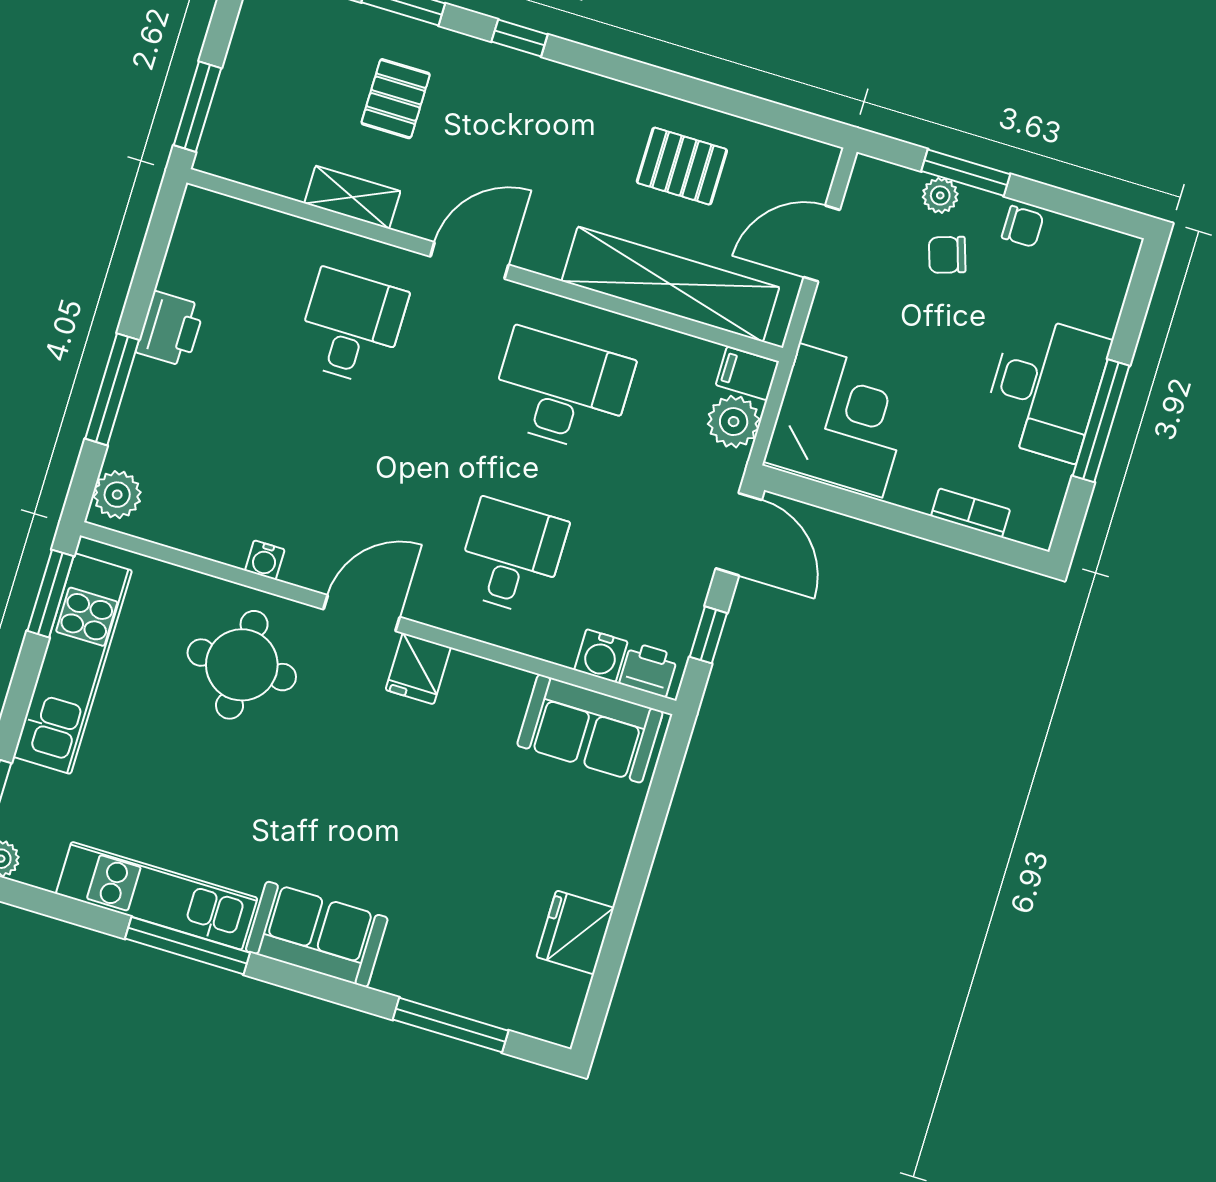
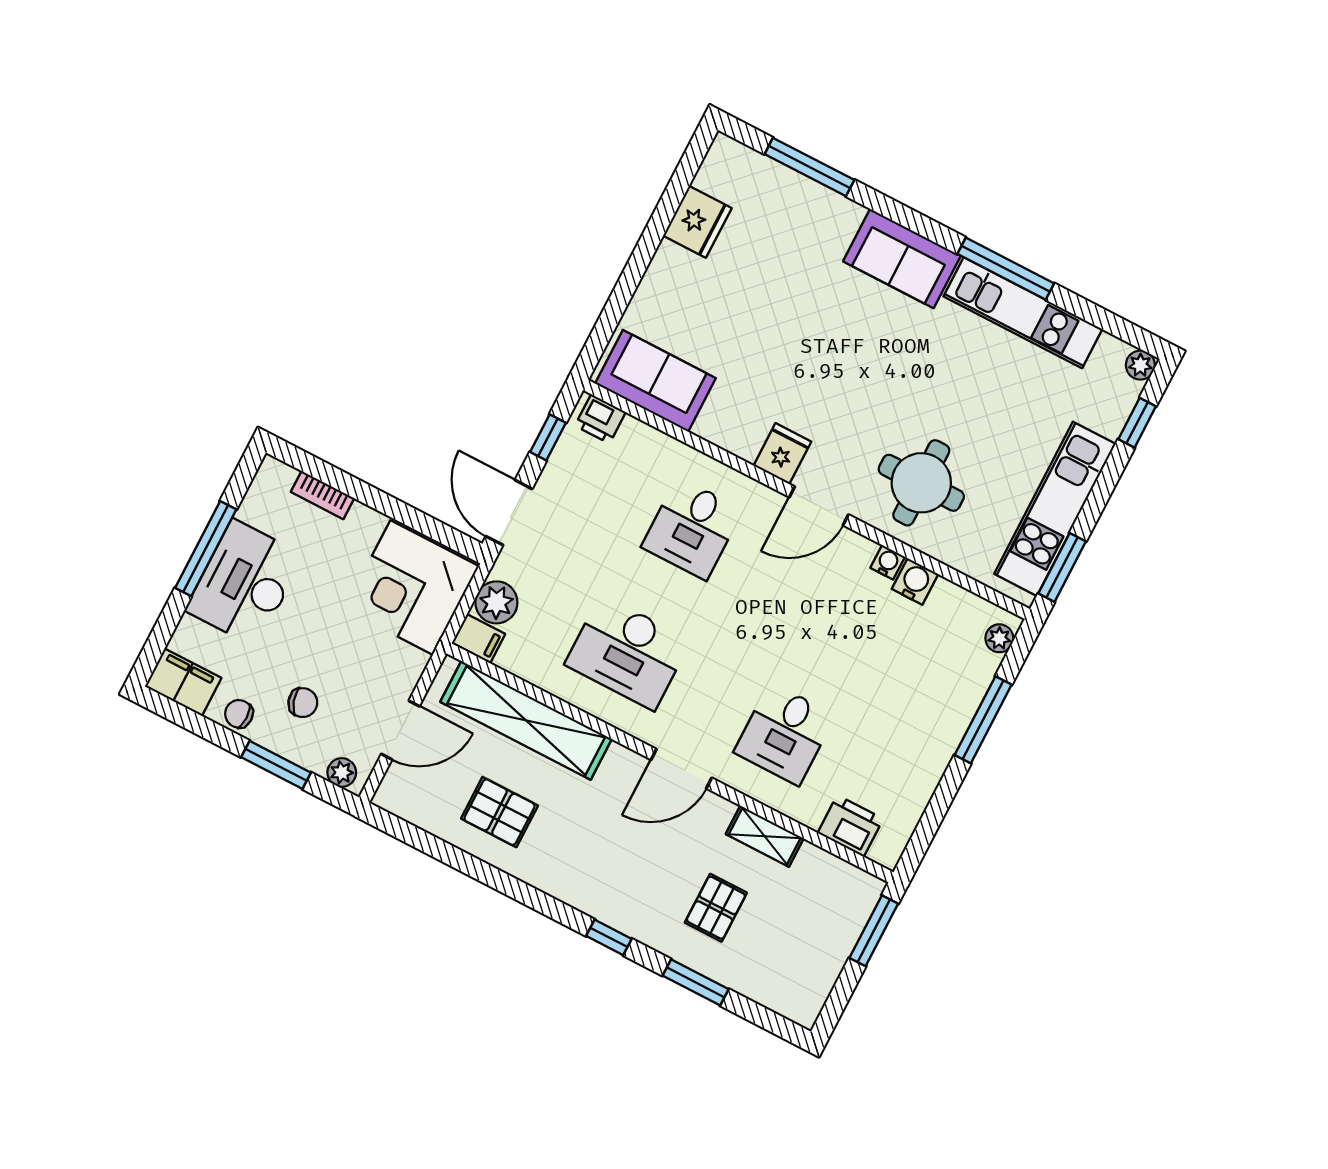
plant: (940, 195) -> (342, 773), moved
filing cabinet: (1098, 252) -> (183, 682), added
printer: (170, 329) -> (850, 826), moved, turned 90
plant: (117, 495) -> (999, 638), width x0.73, depth x0.73
water cooler: (601, 656) -> (915, 582), moved

